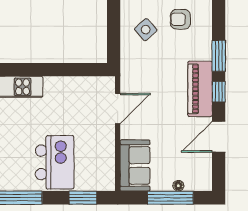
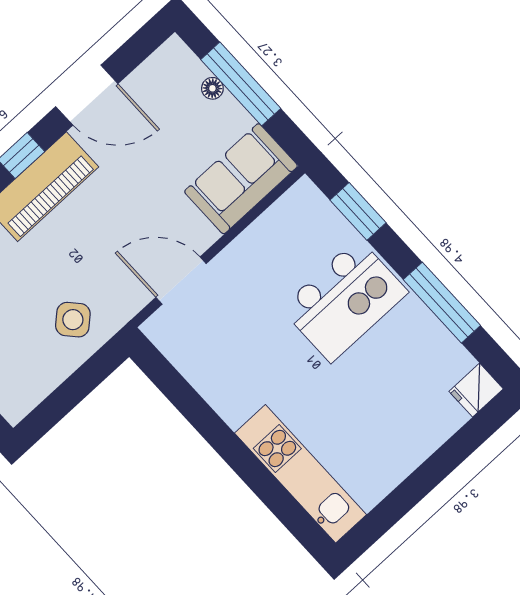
side table: (146, 30) -> (73, 320), moved
kitchen island: (55, 162) -> (344, 300), turned 180

